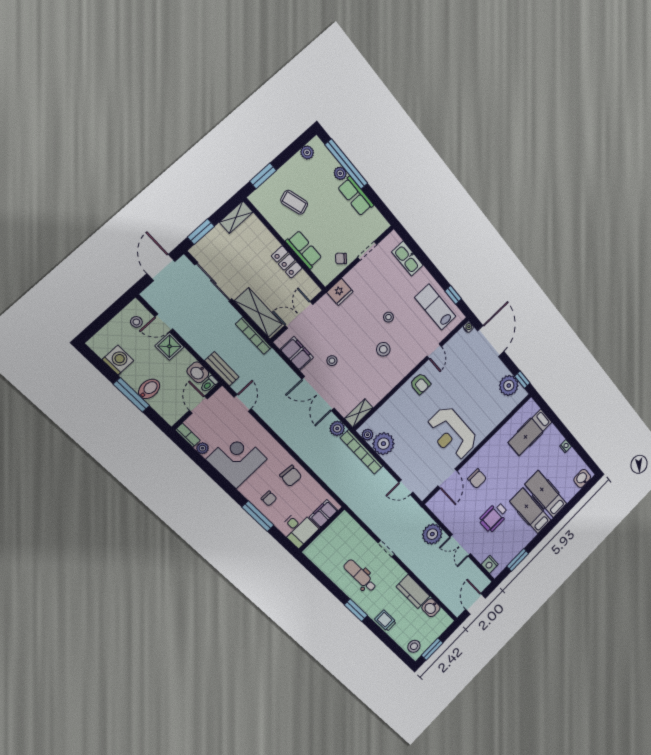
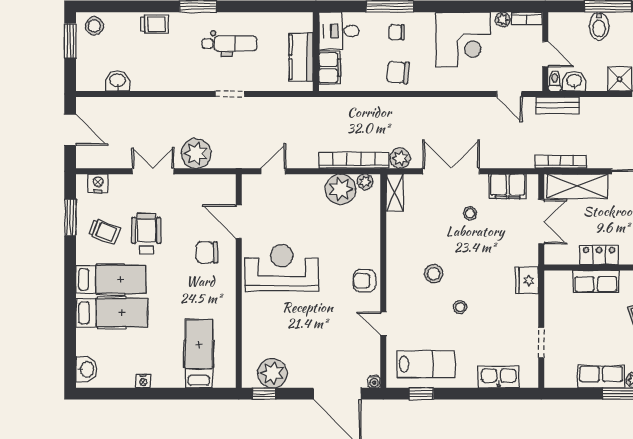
chair: (341, 258) -> (557, 310), removed
trolley: (510, 537) -> (104, 232), added
kitchen counter: (413, 591) -> (301, 57), moved, turned -90

